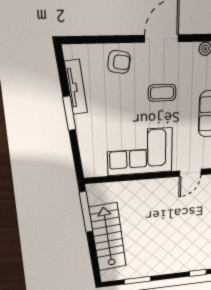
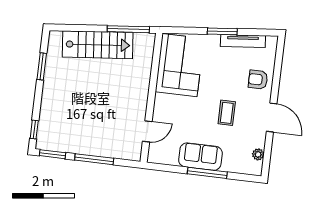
armchair: (119, 62) -> (258, 80), turned 81
corner sofa: (140, 152) -> (180, 65), moved
door: (190, 173) -> (147, 131), swing flipped

